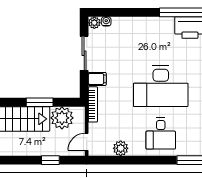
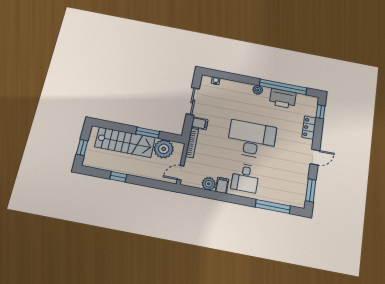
plant: (94, 23) -> (258, 90), moved
desk: (161, 86) -> (252, 139), turned 180
filing cabinet: (136, 147) -> (222, 185), added
window: (50, 160) -> (118, 177), moved

